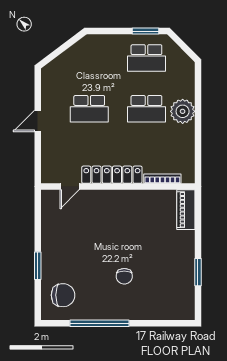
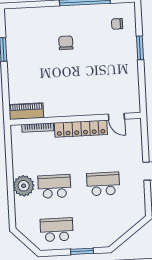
window: (146, 31) -> (82, 251), moved
door: (70, 187) -> (116, 117), swing flipped
piano: (186, 210) -> (26, 111), moved, turned -90
chair: (63, 295) -> (117, 24), width x0.54, depth x0.54

